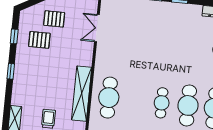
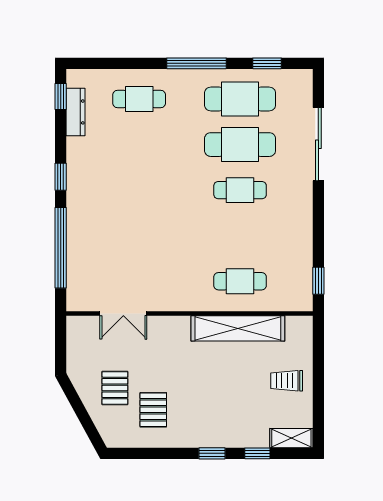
window: (14, 36) -> (257, 453), moved
cafe table: (109, 98) -> (240, 281), width x0.73, depth x0.74

